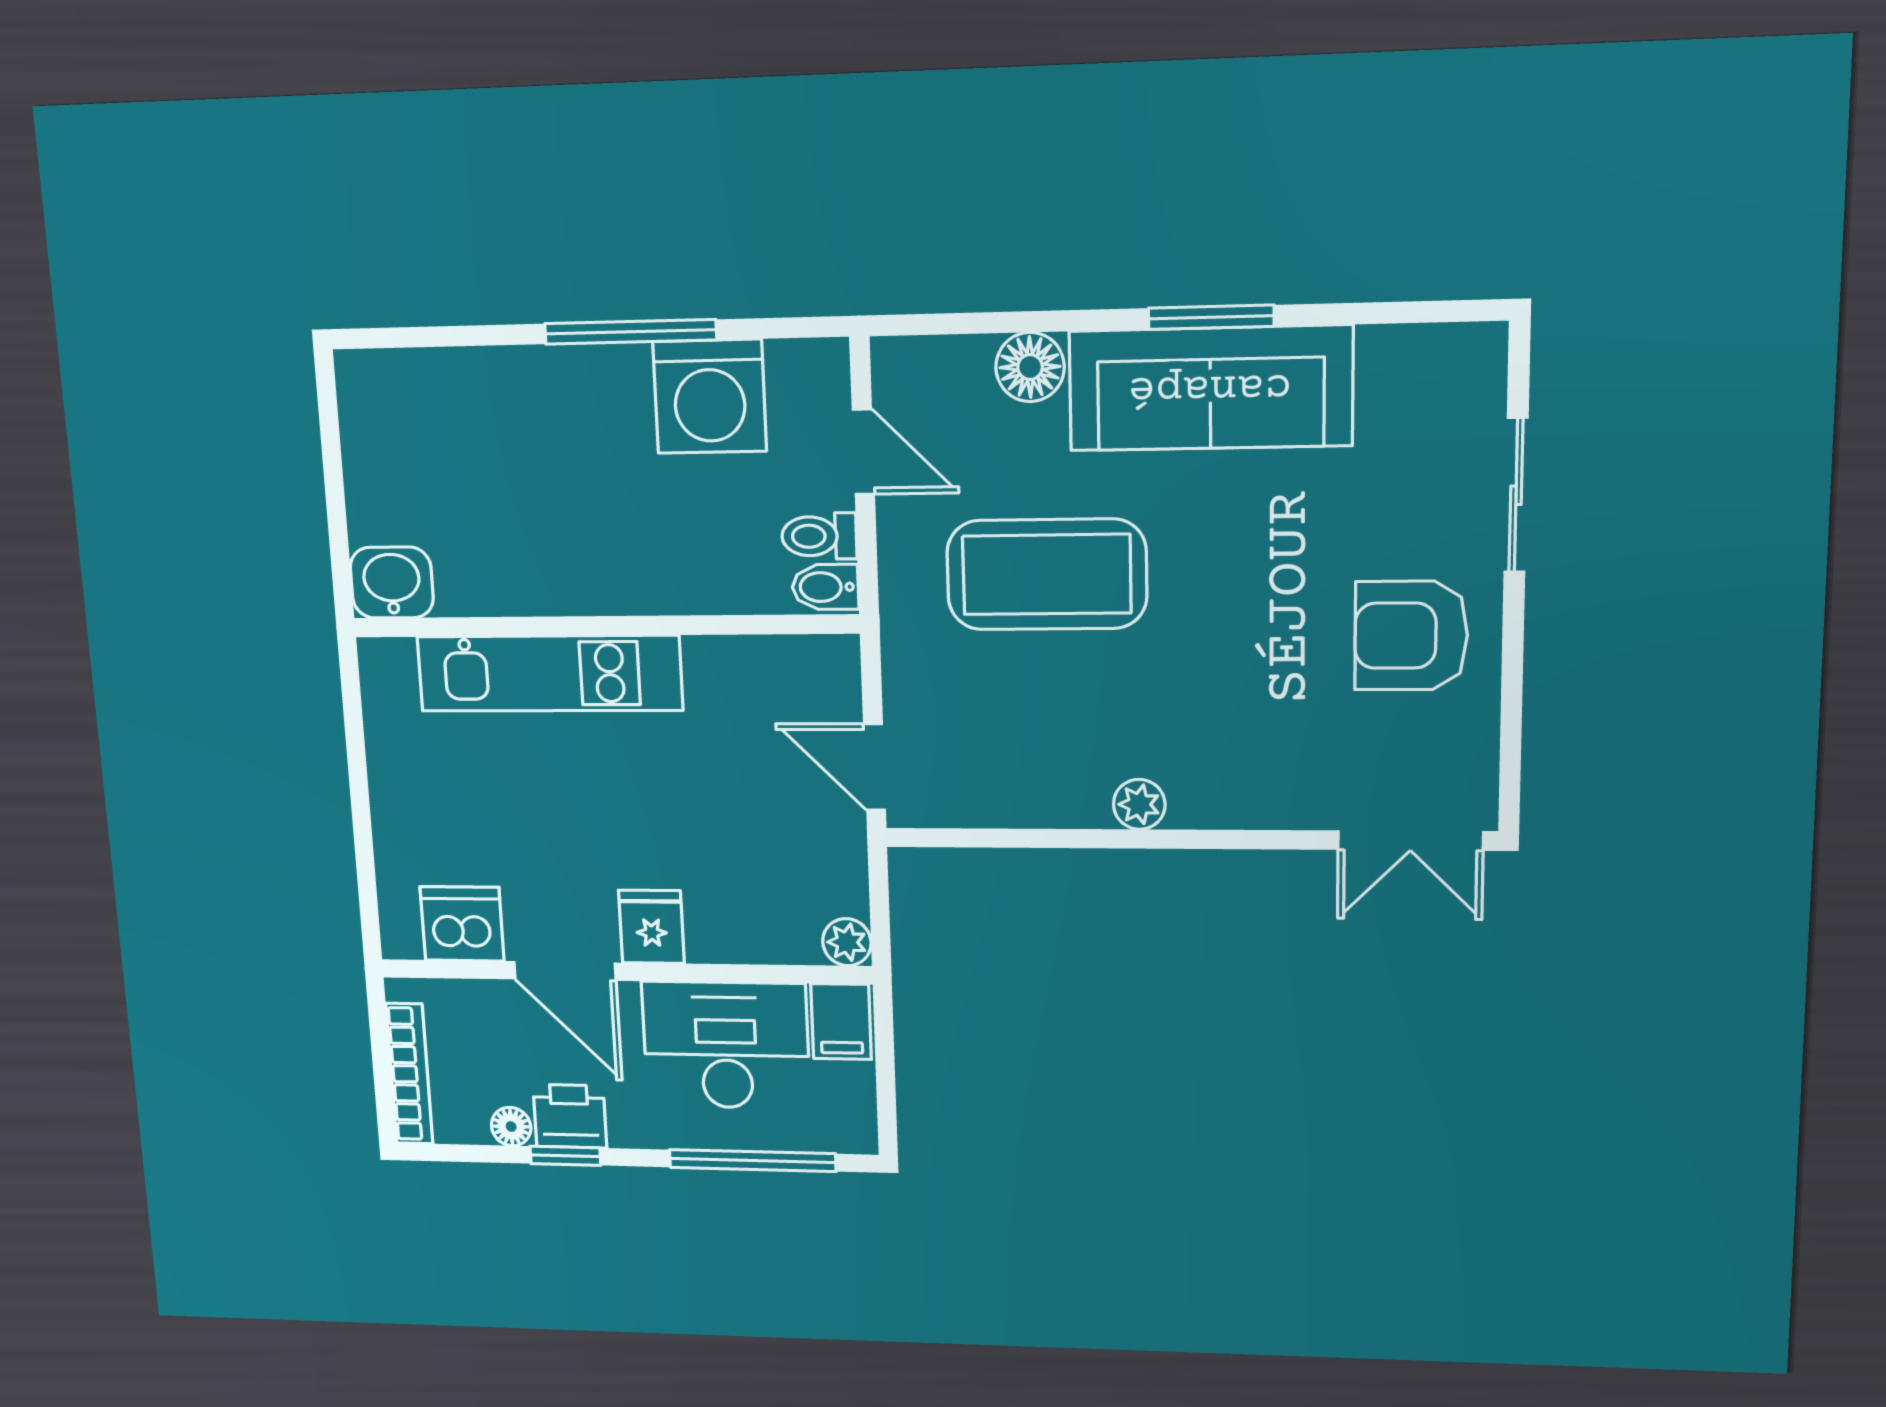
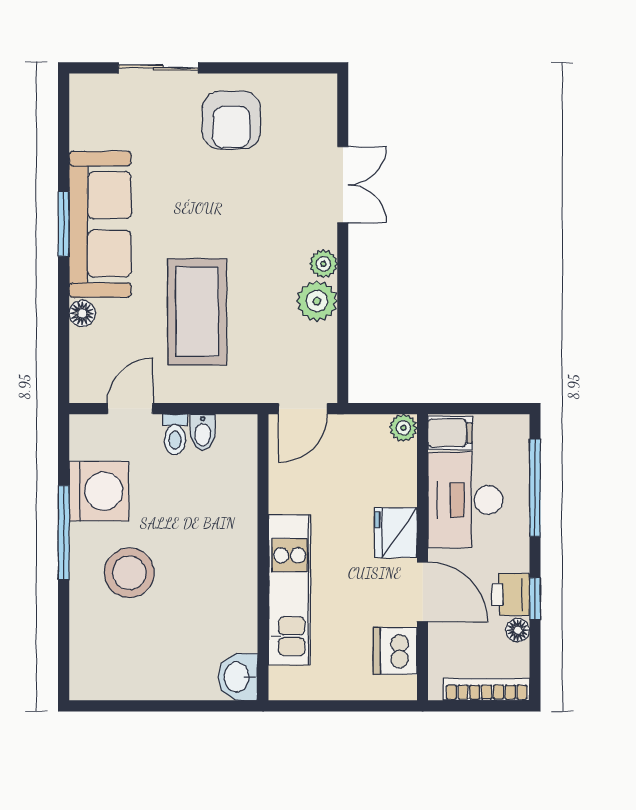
floor lamp: (1030, 367) -> (82, 313), width x0.73, depth x0.73
stool: (566, 456) -> (129, 573), added
washbasin: (392, 583) -> (238, 677), moved
wall: (603, 626) -> (263, 557), moved
kitchen unit: (549, 673) -> (290, 590), moved
plant: (1070, 792) -> (317, 301), added
double door: (1410, 840) -> (343, 185), moved
fridge: (651, 927) -> (396, 533), width x1.38
door: (565, 971) -> (423, 592), hinge flipped

